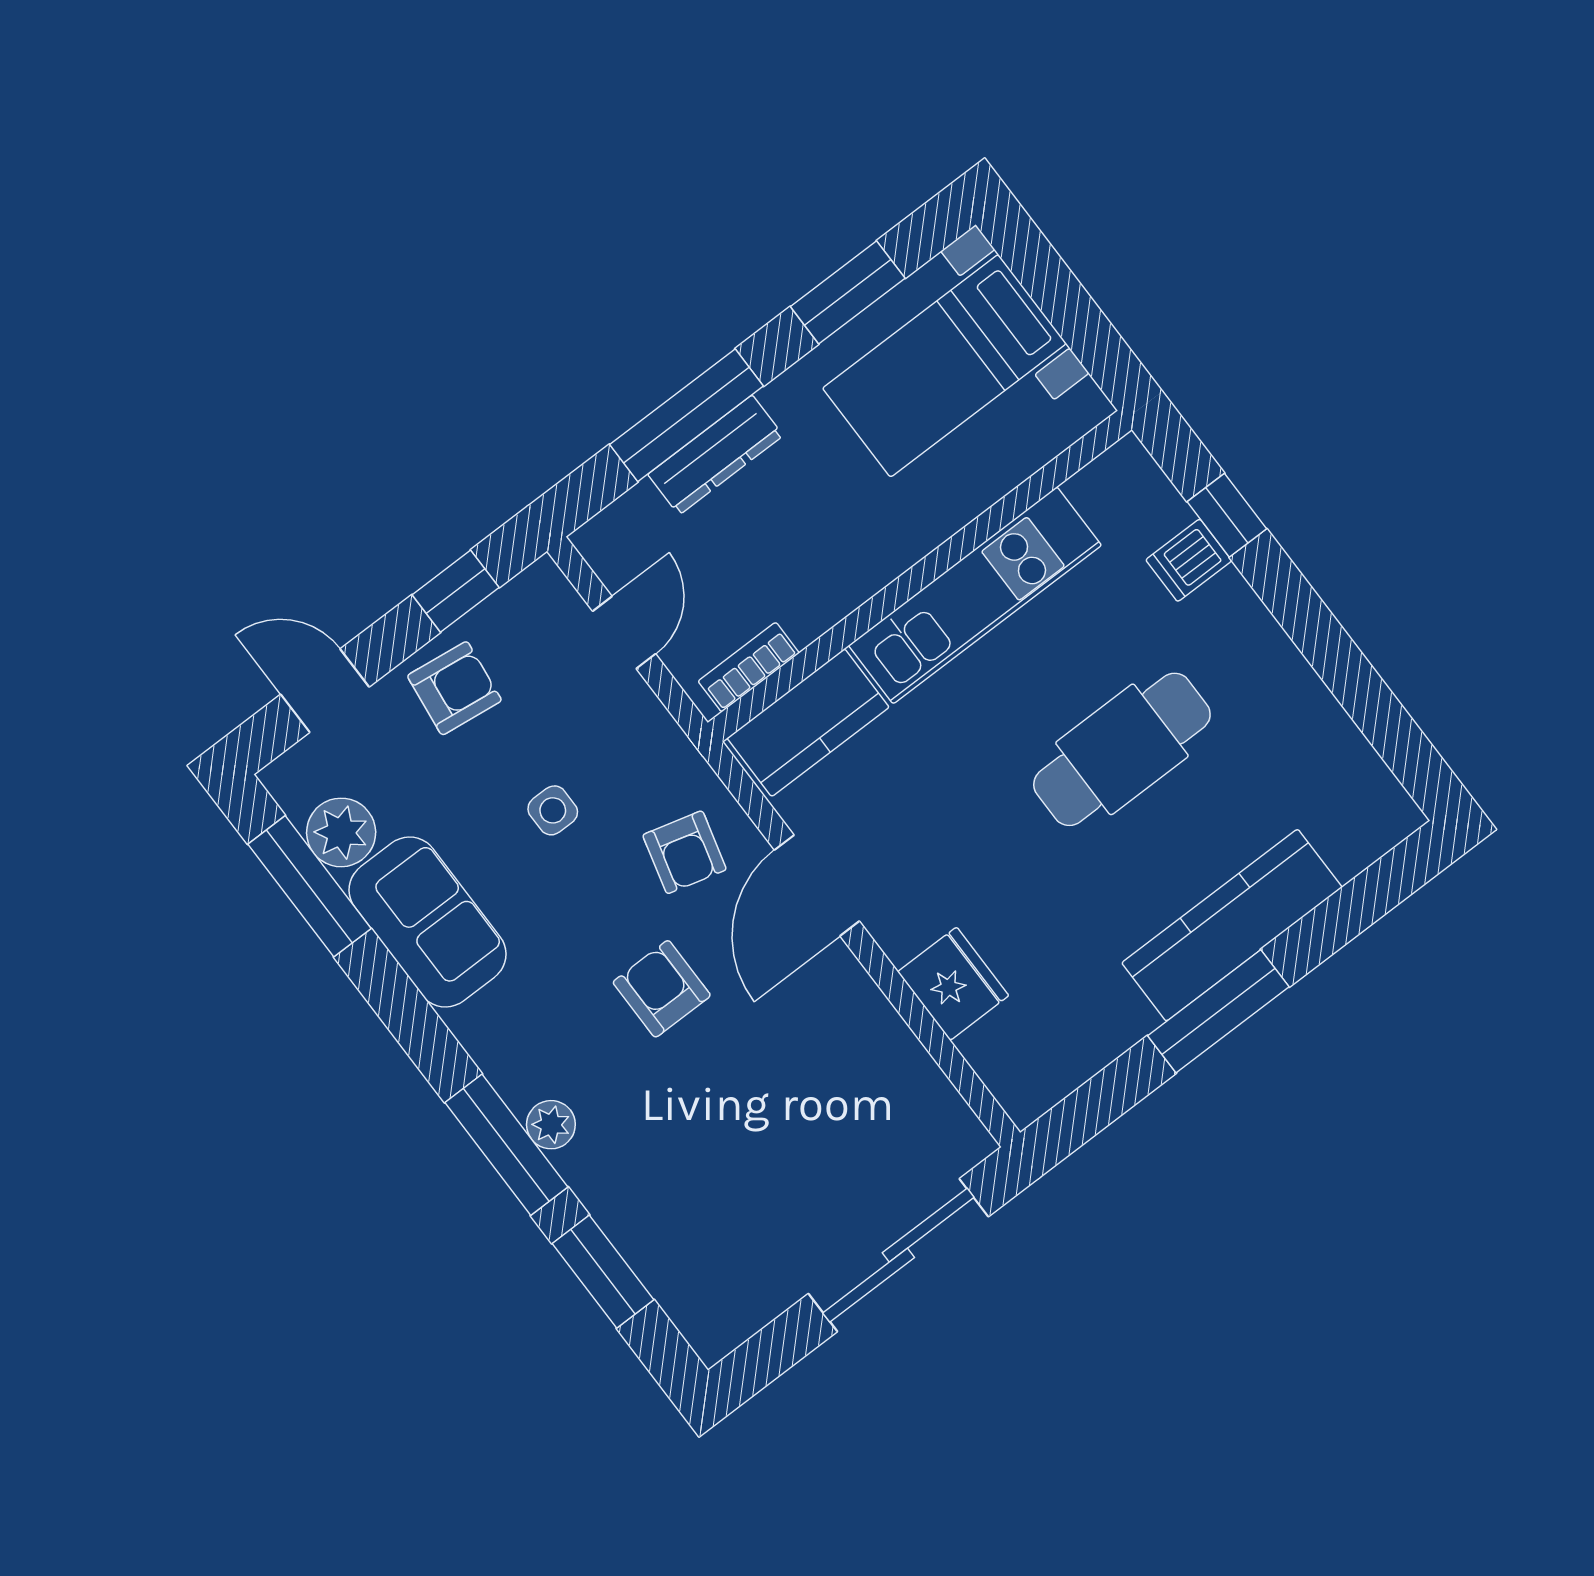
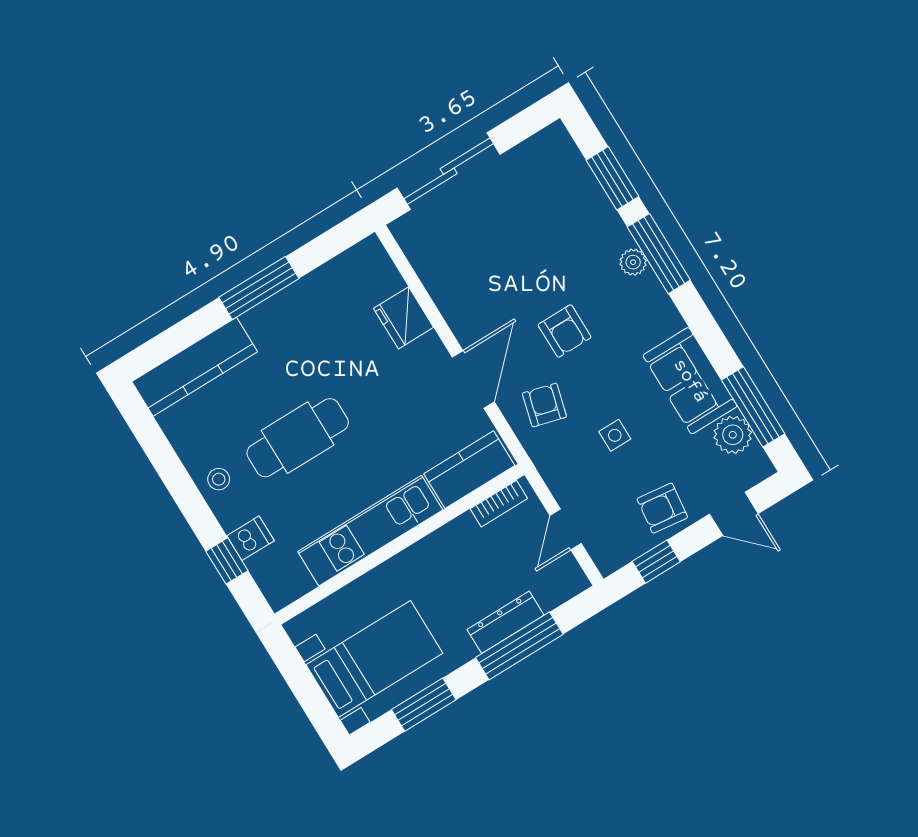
stool: (1256, 661) -> (219, 479), added
kitchen counter: (1232, 925) -> (195, 367), moved

